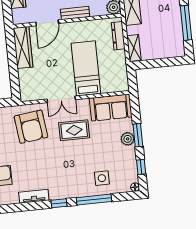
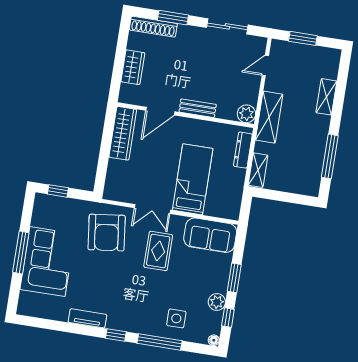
rug: (74, 130) -> (158, 251), turned 90
plant: (128, 139) -> (217, 302), moved

